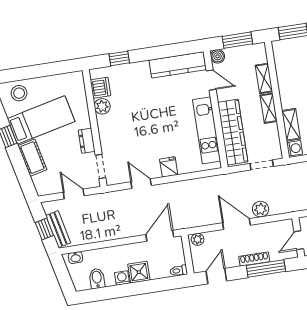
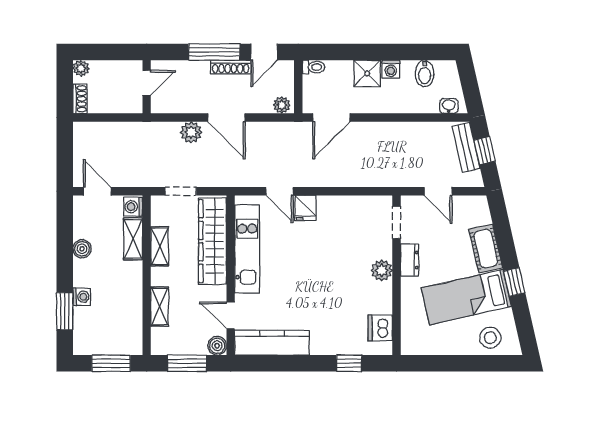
plant: (102, 106) -> (382, 270), moved
shelving: (269, 108) -> (160, 246), moved
door: (141, 184) -> (279, 191), moved
shoe rack: (254, 259) -> (231, 67), moved
window: (266, 268) -> (214, 52), moved

